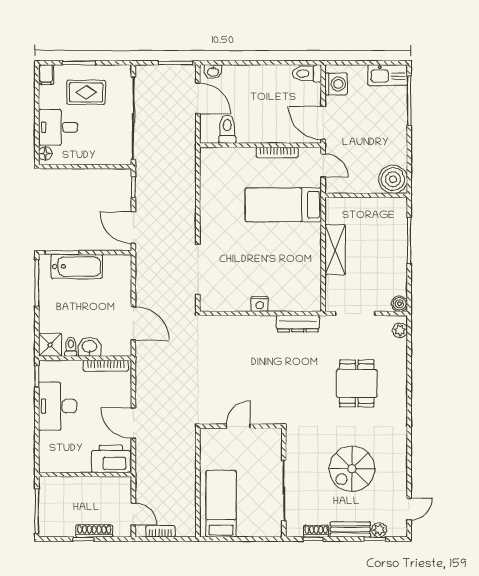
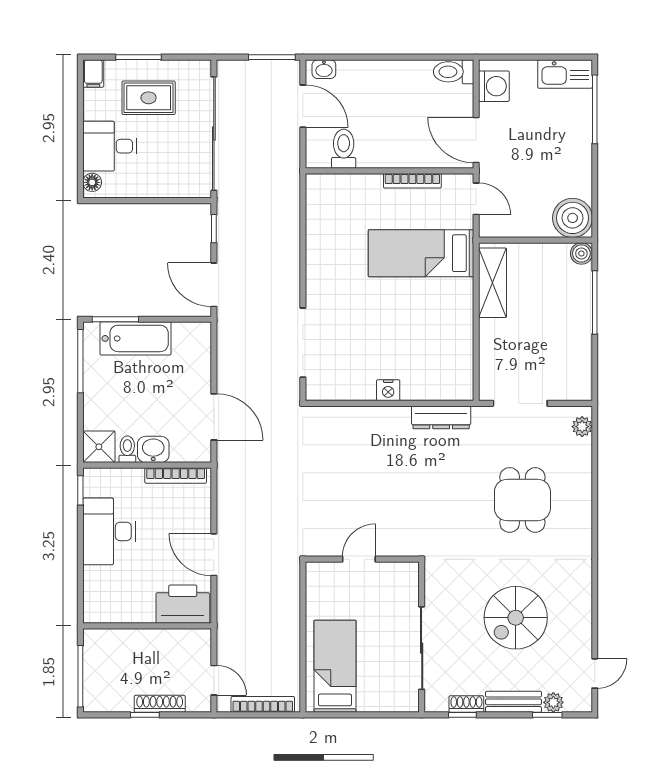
shelving: (335, 250) -> (492, 283), moved
boiler: (399, 304) -> (581, 253), moved
bookcase: (161, 531) -> (263, 704), width x1.56

